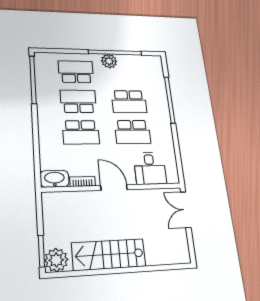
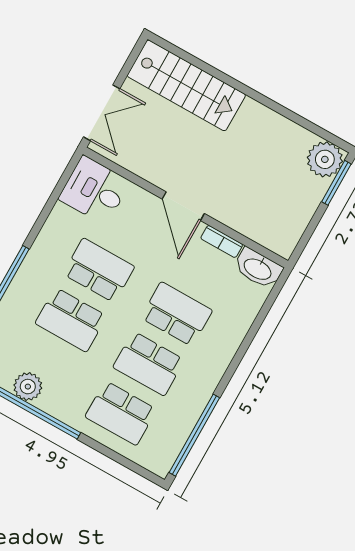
plant: (109, 61) -> (28, 387), moved
school desk: (129, 102) -> (71, 320), turned 180
desk: (150, 168) -> (94, 190), moved, turned -90
stairs: (109, 255) -> (186, 85), moved

